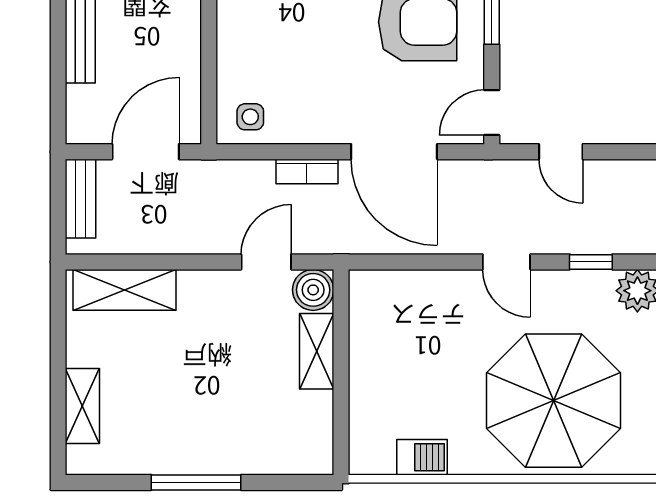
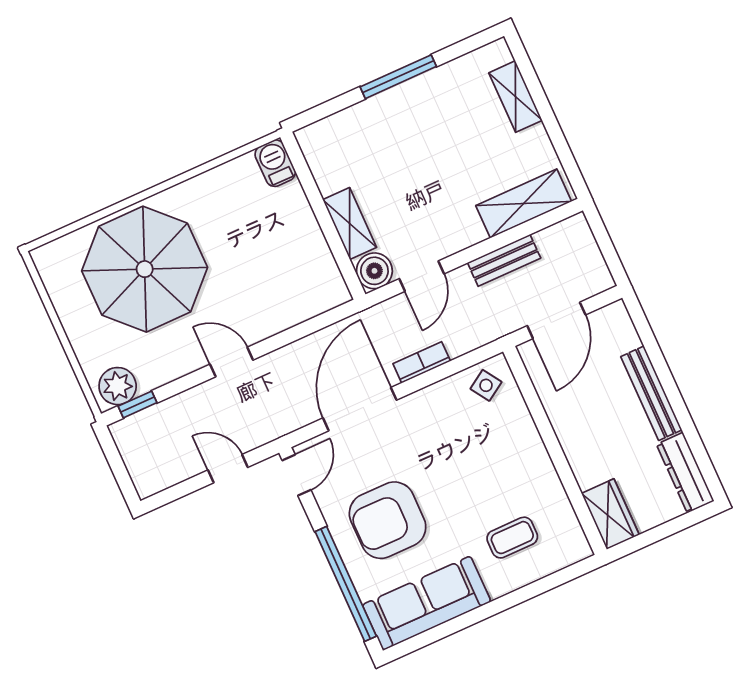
side table: (250, 117) -> (486, 385), turned -33
door: (394, 152) -> (360, 409), hinge flipped
bench: (81, 199) -> (504, 260), moved, turned 90
window: (591, 262) -> (137, 404), moved
barbecue: (422, 457) -> (275, 163), moved, turned 90

